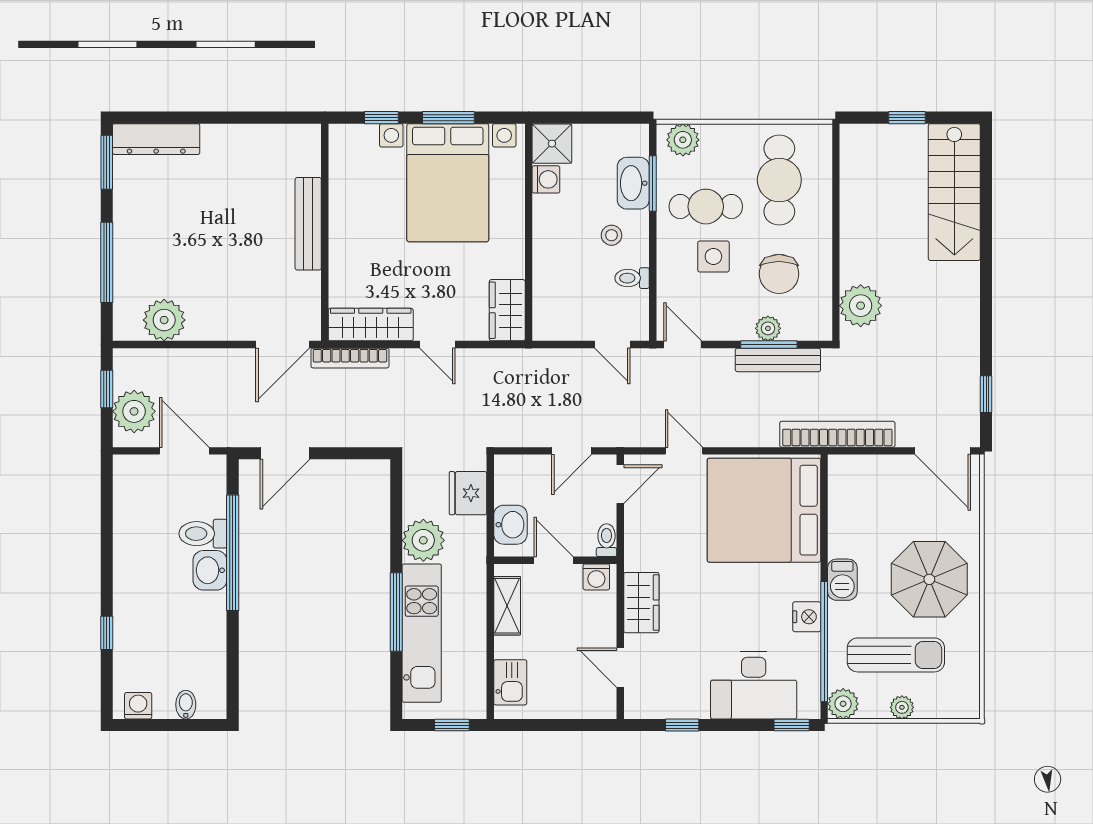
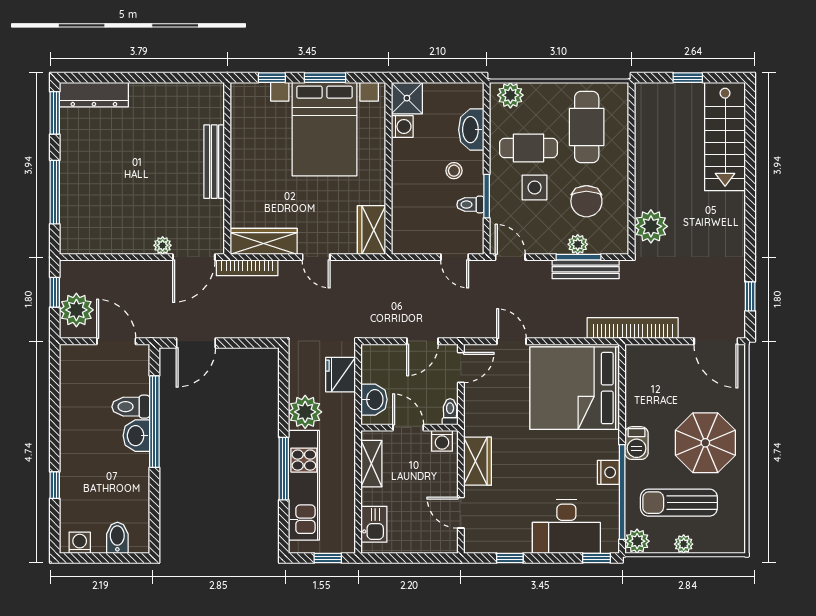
window: (653, 183) -> (487, 196), moved
plant: (164, 320) -> (163, 245), moved, width x0.53, depth x0.53
sun lounger: (896, 655) -> (679, 503), turned 180
bidet: (186, 705) -> (117, 538), width x1.38, depth x1.36

